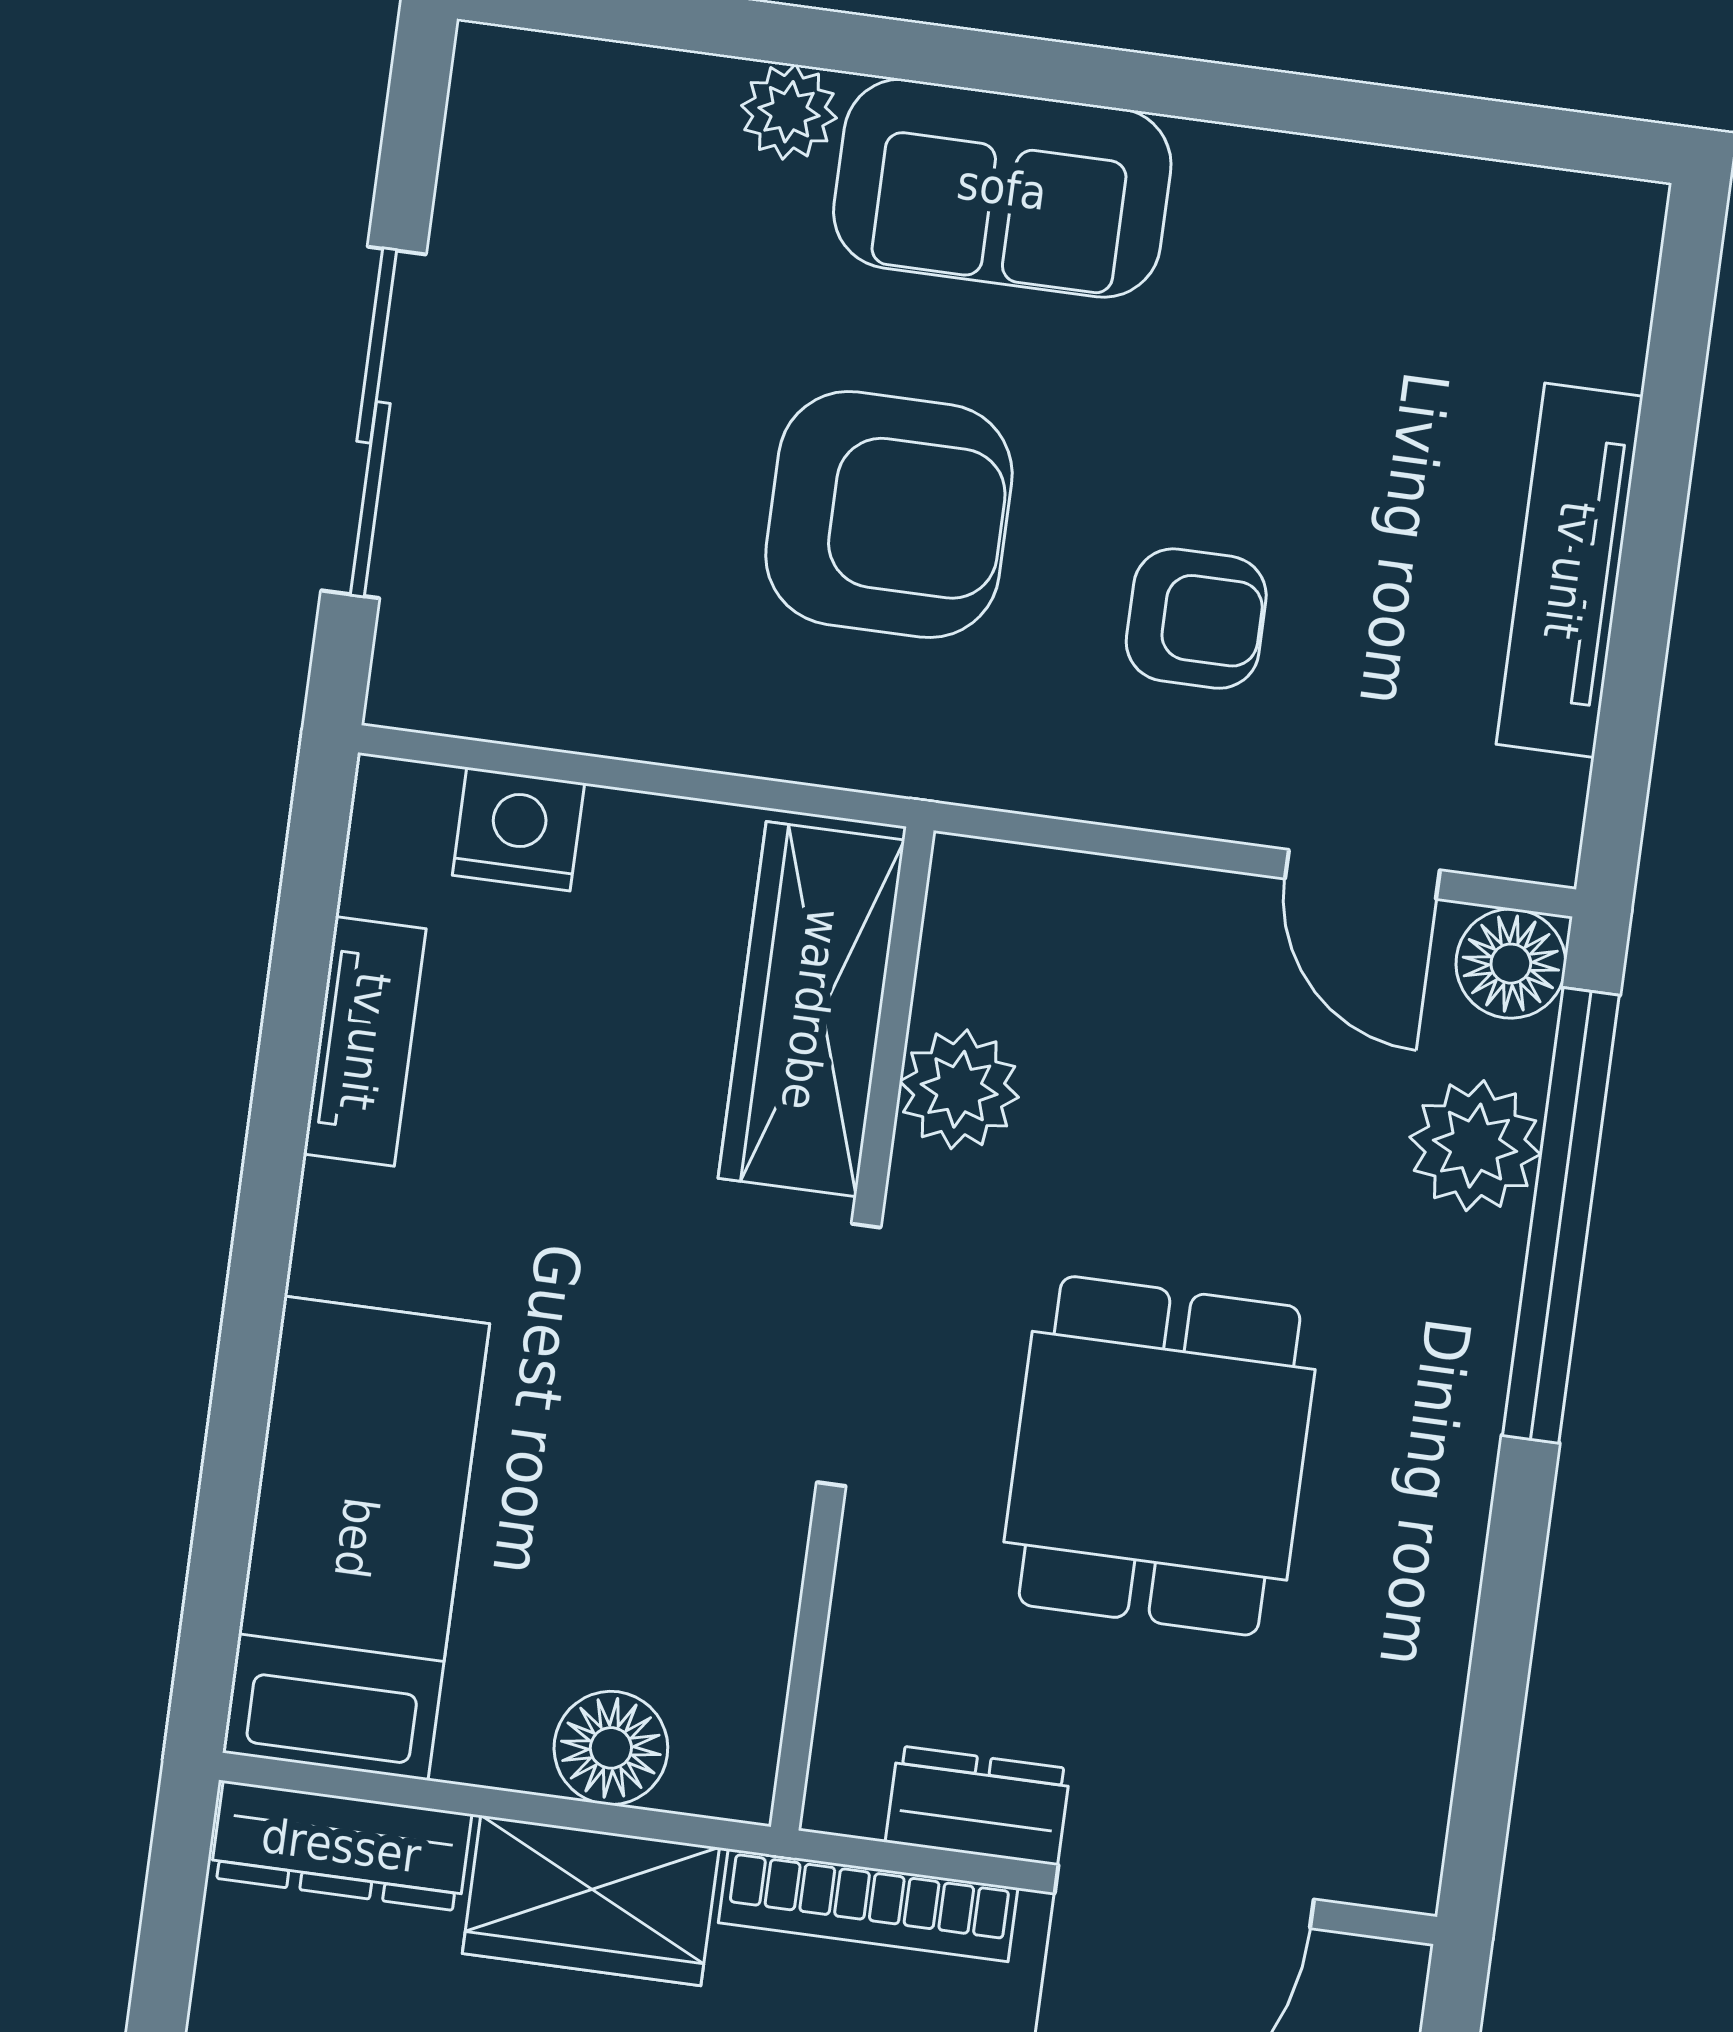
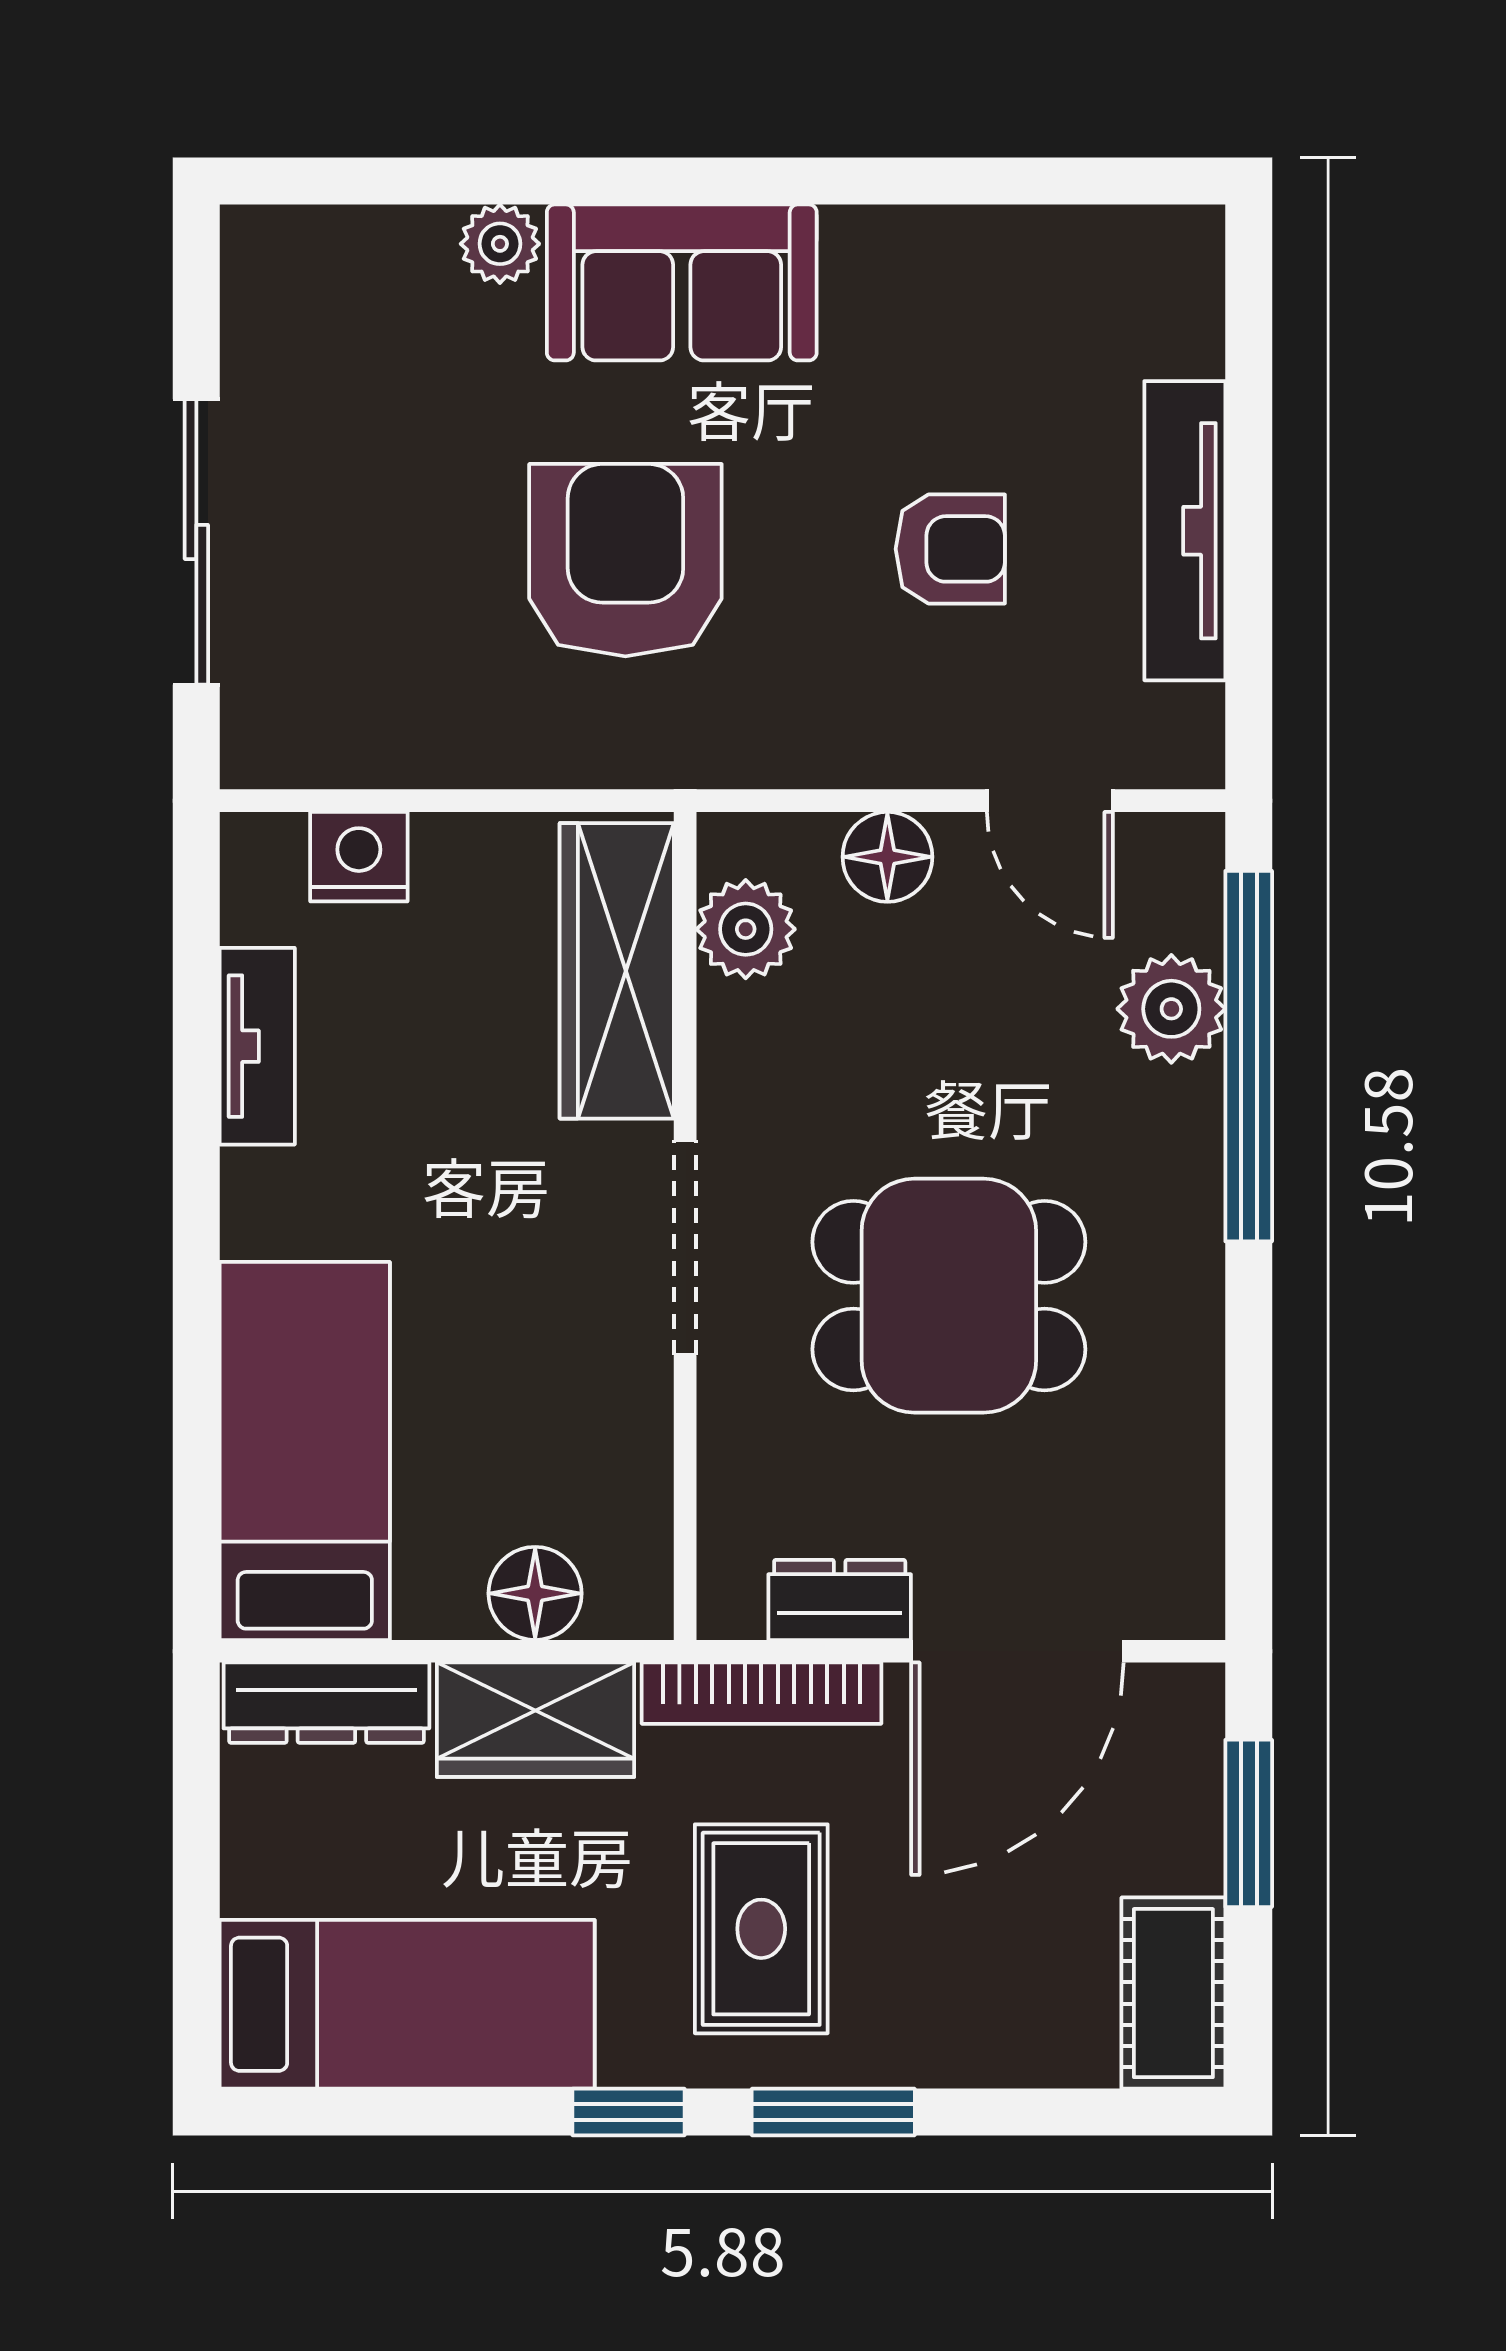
armchair: (889, 515) -> (625, 560), turned -90
armchair: (1196, 619) -> (950, 549), moved
floor lamp: (1511, 964) -> (887, 857), moved
plant: (959, 1089) -> (746, 929), moved
dining table: (1160, 1456) -> (949, 1296), turned 90

